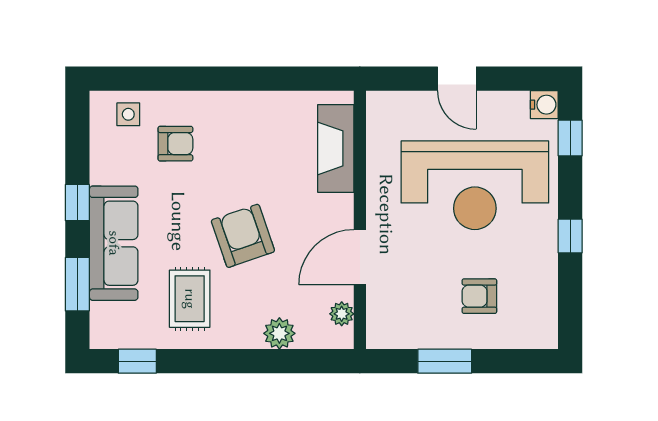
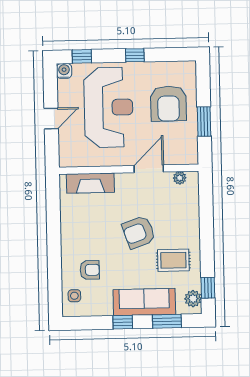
armchair: (175, 144) -> (90, 270), turned 90
door: (360, 257) -> (149, 169), swing flipped
armchair: (479, 296) -> (168, 104), width x1.88, depth x1.88
plant: (279, 333) -> (193, 299), moved

